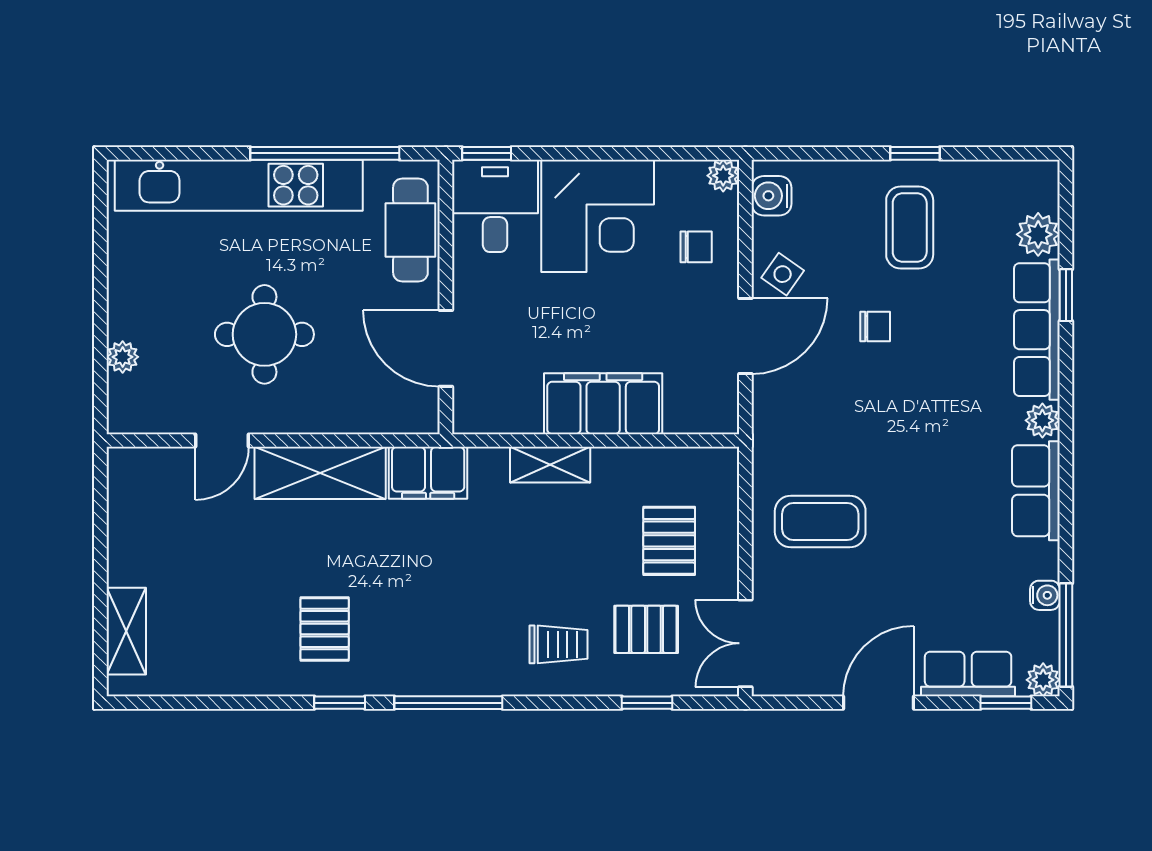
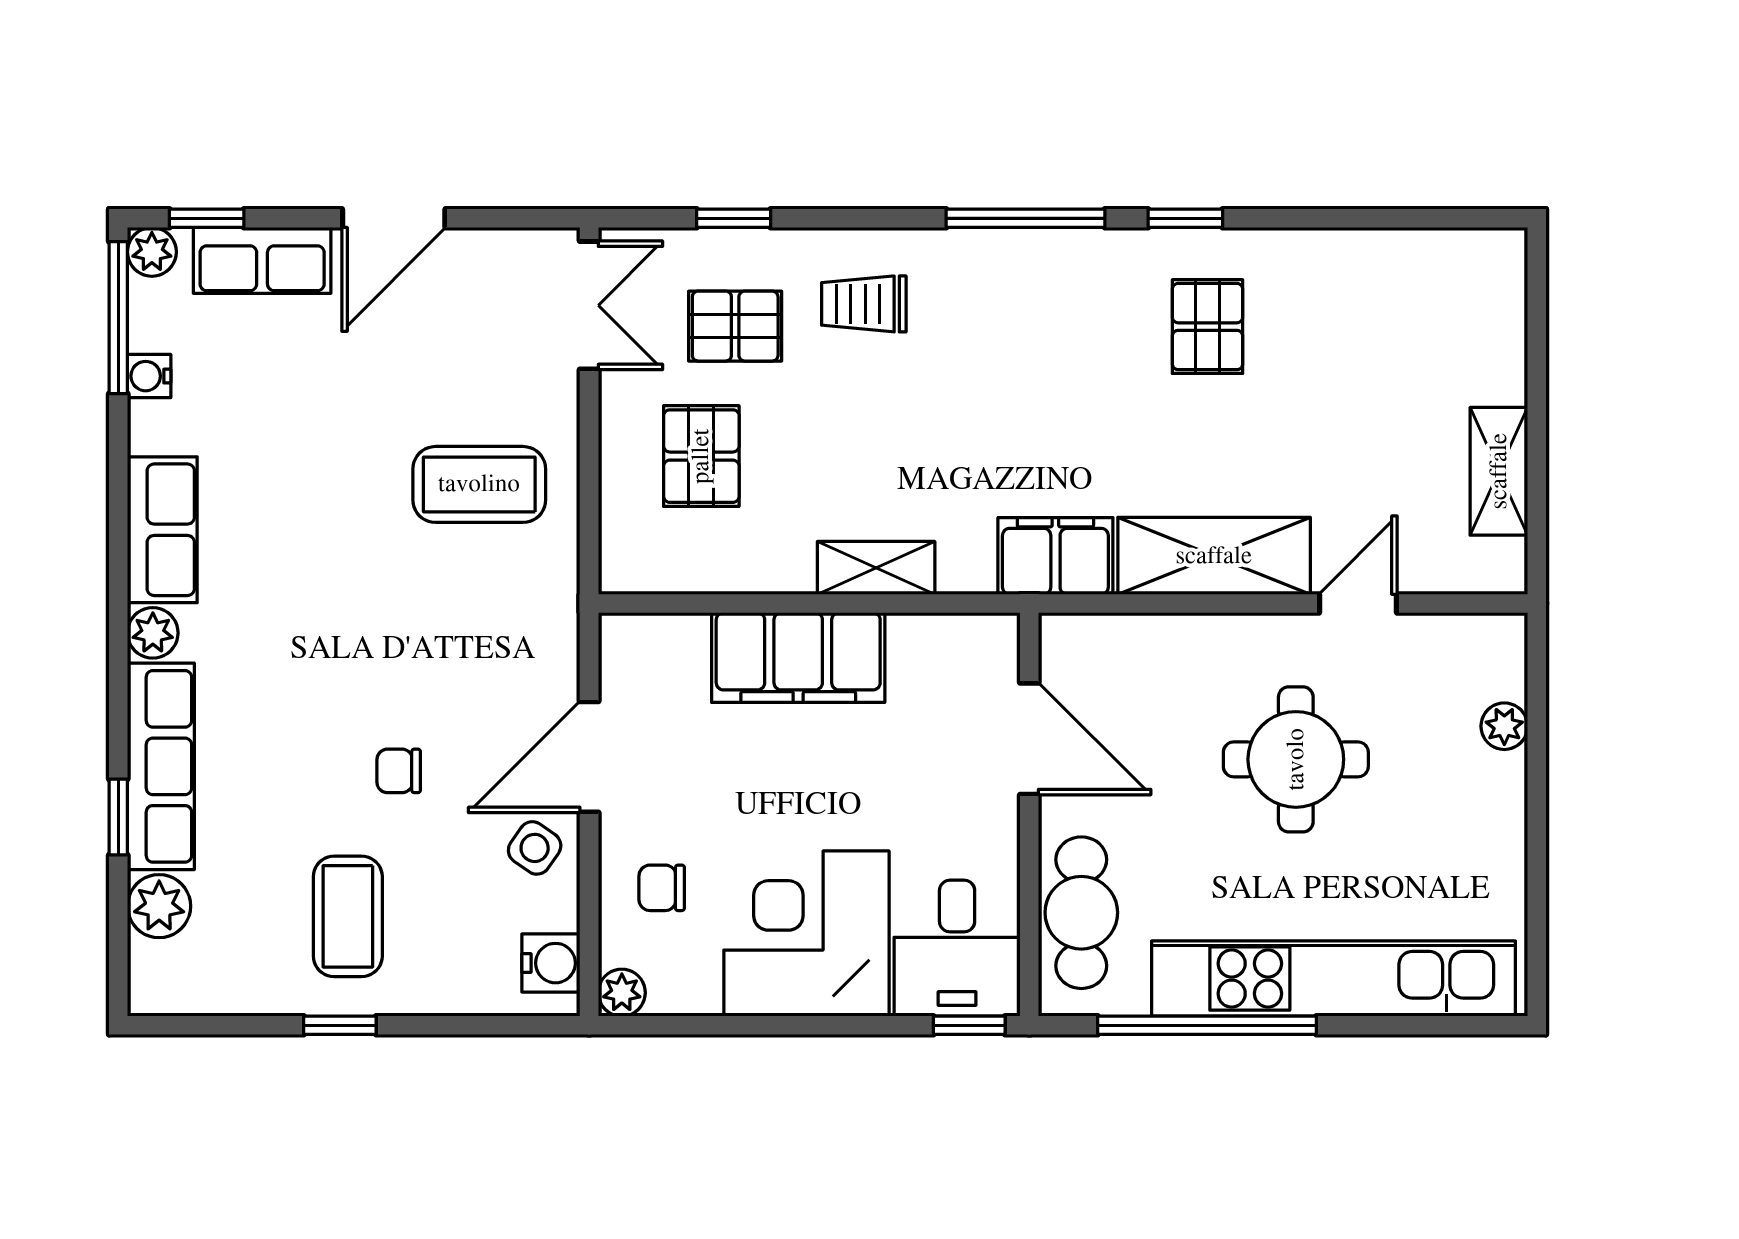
shelving: (126, 631) -> (1499, 471), moved

